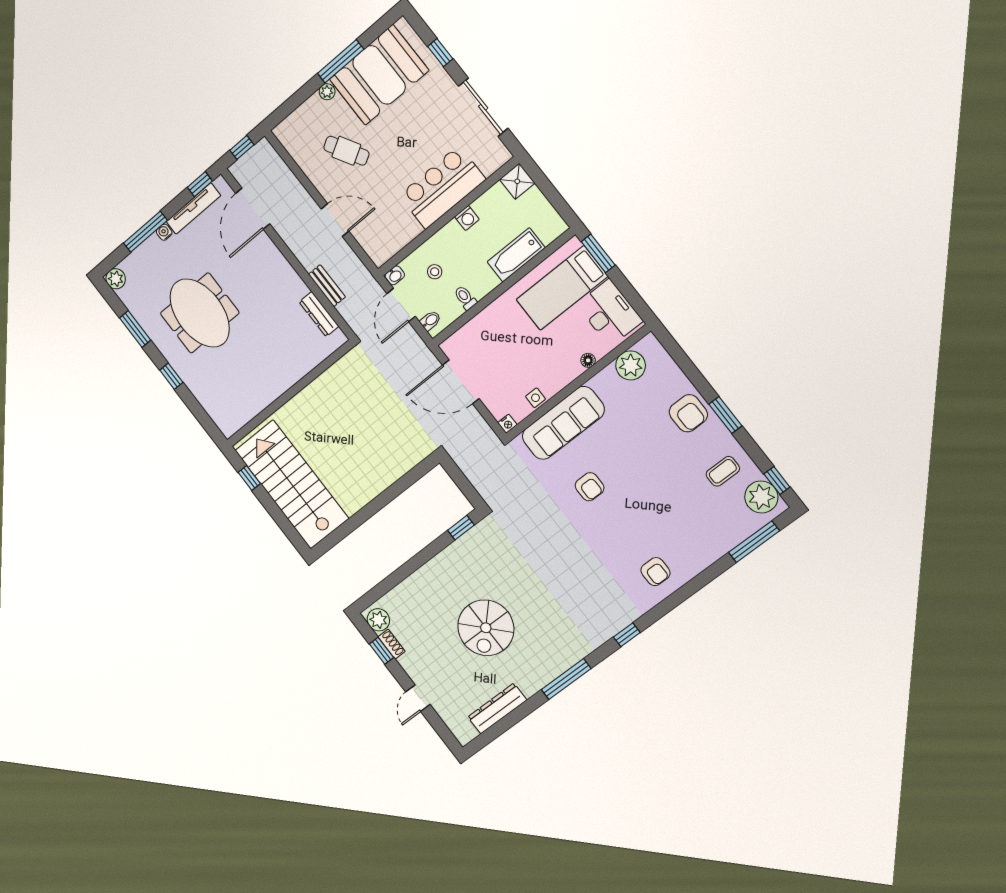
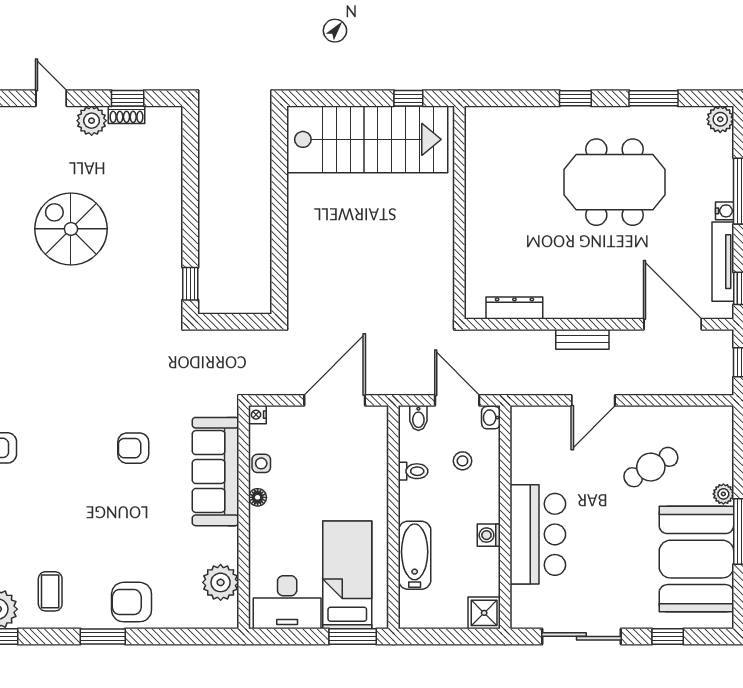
bench: (327, 286) -> (582, 339), moved
floor lamp: (588, 360) -> (258, 497), moved
plant: (378, 620) -> (92, 121), moved

